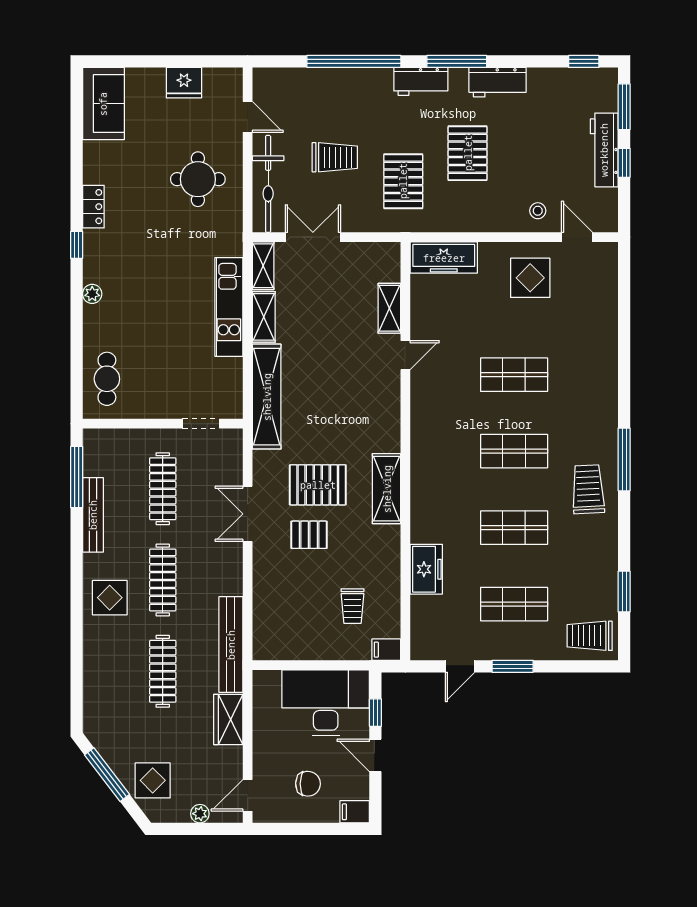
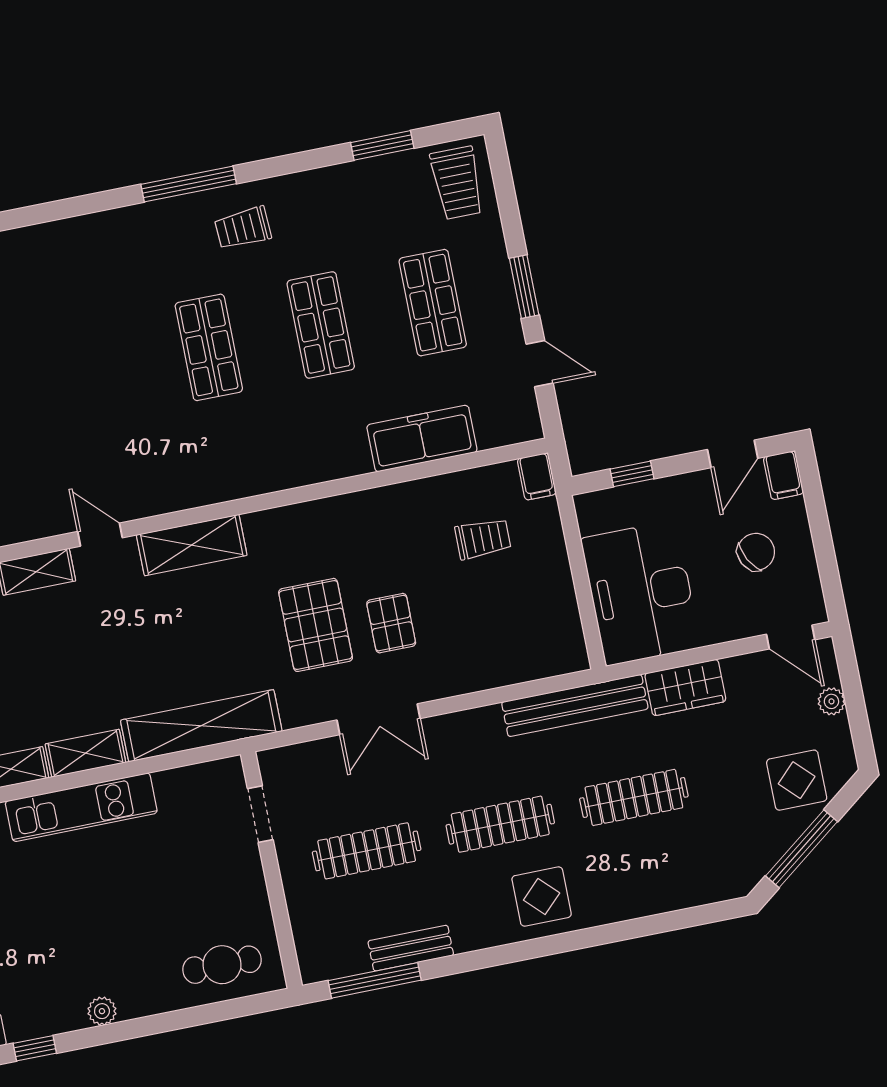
shop shelf: (514, 375) -> (97, 370), removed
shelving: (387, 489) -> (192, 545), moved
trolley: (588, 489) -> (243, 228), width x0.73, depth x0.72
bench: (93, 515) -> (411, 948), width x0.73
freezer: (426, 569) -> (422, 439), width x1.40
desk: (326, 703) -> (641, 593), moved
door: (375, 755) -> (733, 454), moved
chair: (308, 784) -> (756, 552), turned 61

